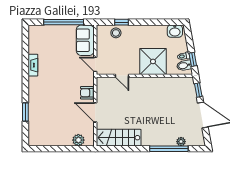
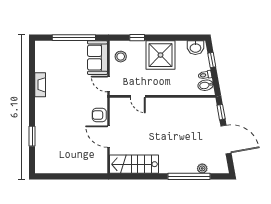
stool: (116, 33) -> (121, 57), moved
window: (193, 59) -> (212, 60), moved
shower: (153, 61) -> (160, 55), moved
plant: (78, 140) -> (90, 167), removed

